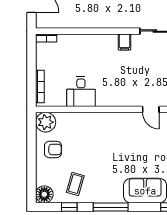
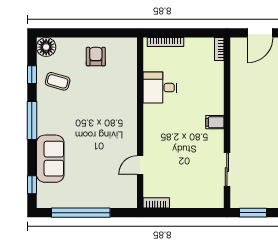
filing cabinet: (125, 42) -> (215, 122), moved
plant: (46, 122) -> (126, 48), removed
armchair: (53, 149) -> (96, 57), turned 180

